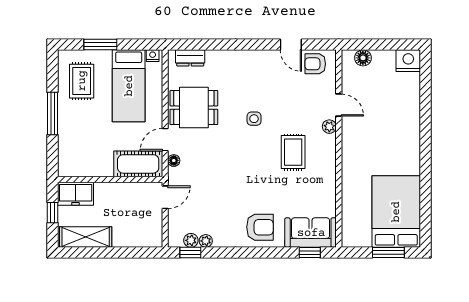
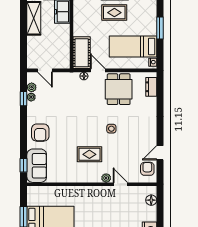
rug: (82, 81) -> (114, 13), moved
door: (339, 105) -> (120, 184), swing flipped
door: (165, 197) -> (45, 70), moved
window: (190, 253) -> (24, 99), moved

